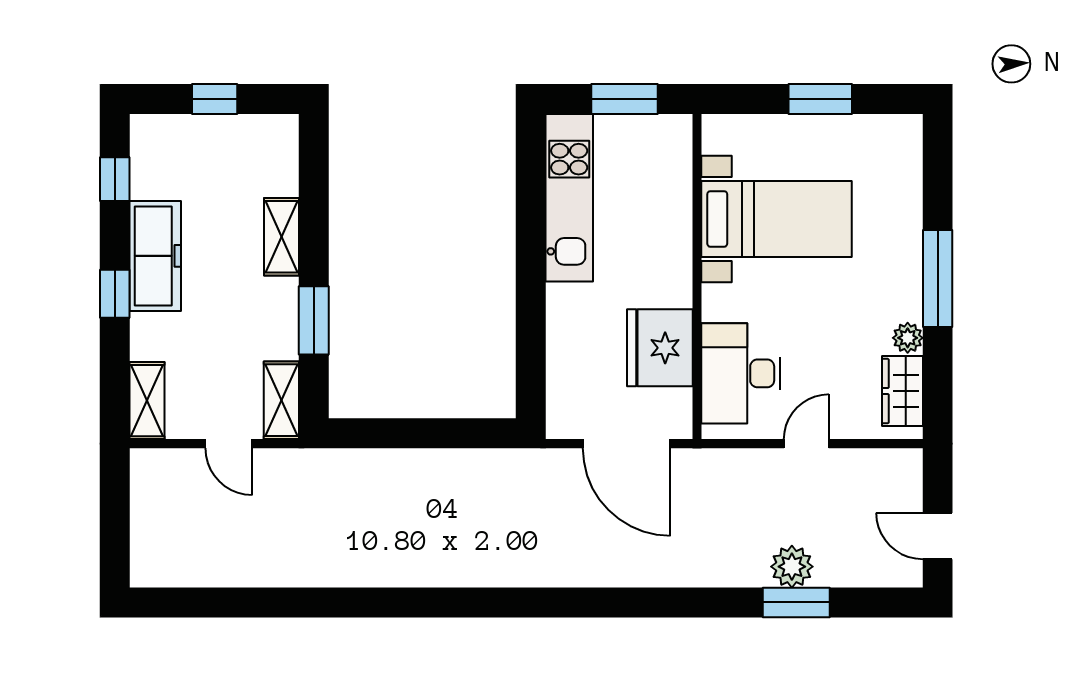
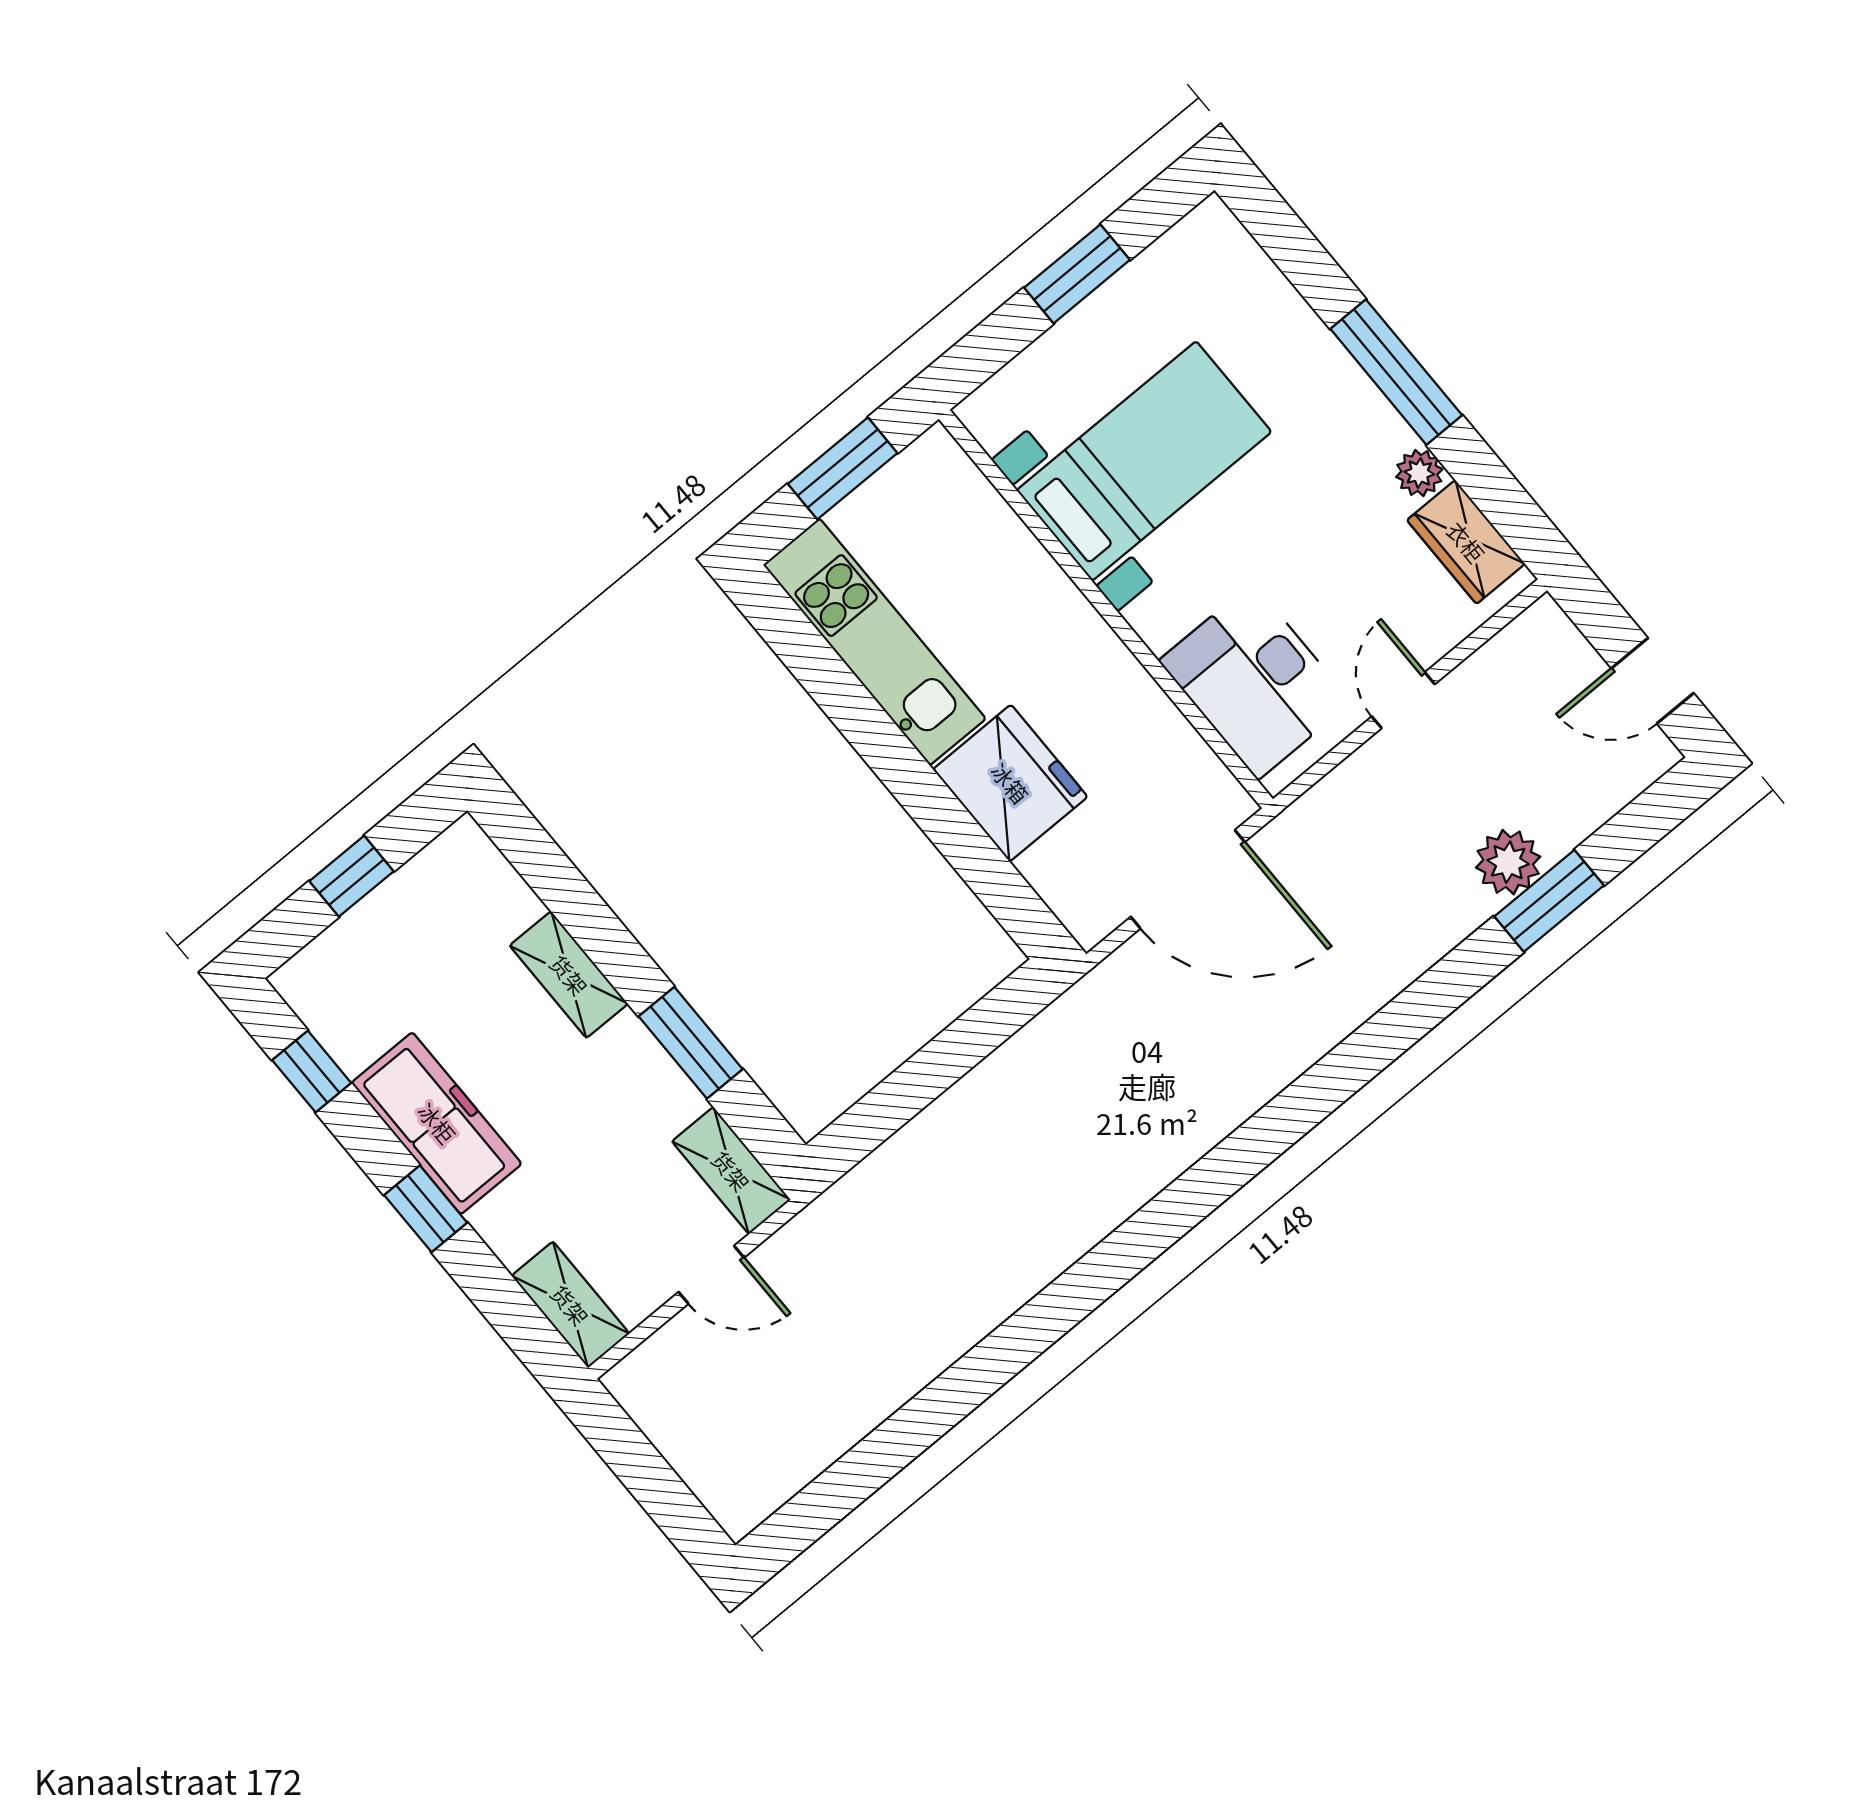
fridge: (660, 348) -> (1010, 783), moved, turned 180

